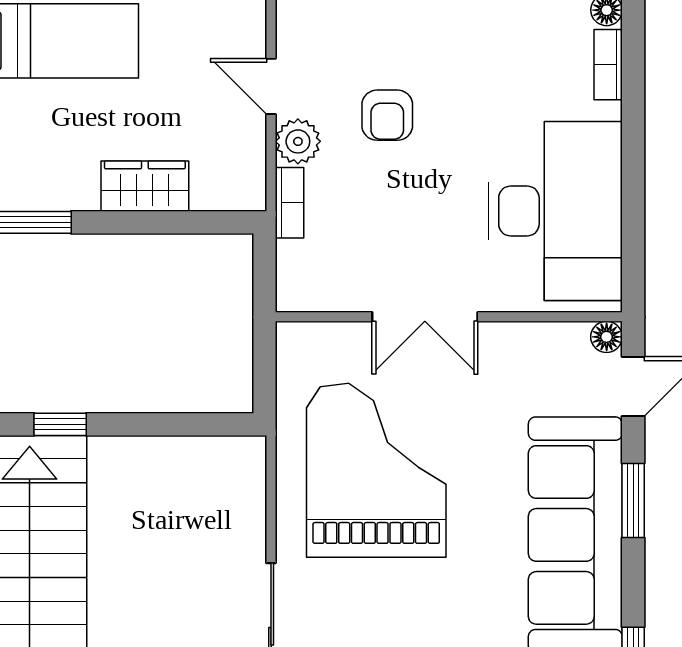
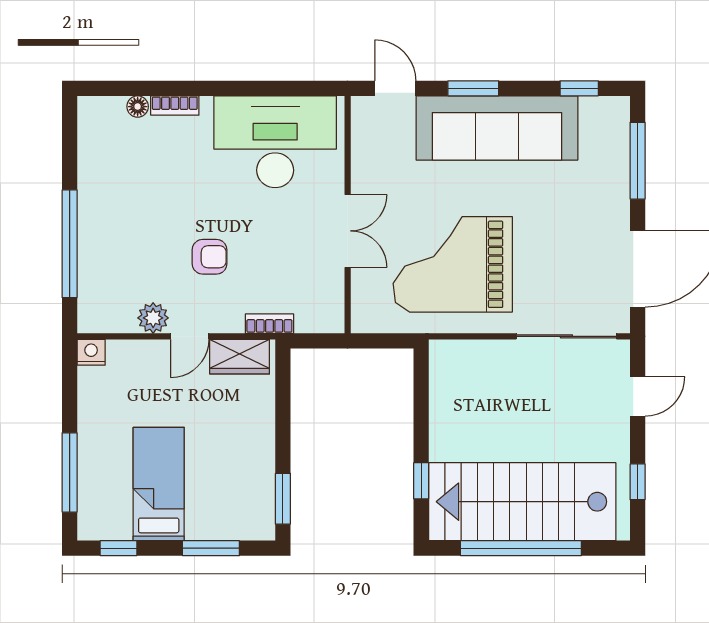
plant: (298, 141) -> (153, 318), moved
wardrobe: (145, 186) -> (240, 357), moved, turned -90
floor lamp: (607, 337) -> (361, 107), removed

